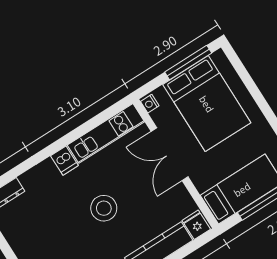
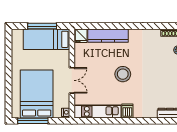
double door: (170, 154) -> (72, 80), width x0.73

